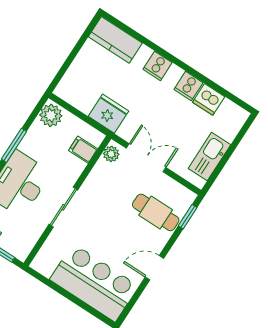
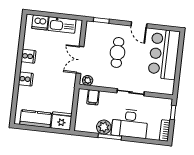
kitchen counter: (115, 40) -> (36, 119), moved, turned -90
dishwasher: (209, 99) -> (40, 22), moved, turned 90
fridge: (108, 114) -> (61, 121), moved, turned 90
plant: (51, 115) -> (104, 127), moved
cafe table: (156, 212) -> (117, 52), moved

